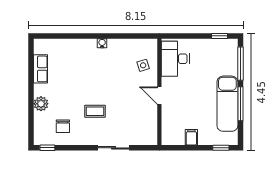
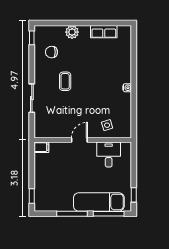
desk: (175, 59) -> (109, 154), width x0.73
exam couch: (227, 104) -> (99, 202), moved
filing cabinet: (191, 137) -> (41, 147), moved

